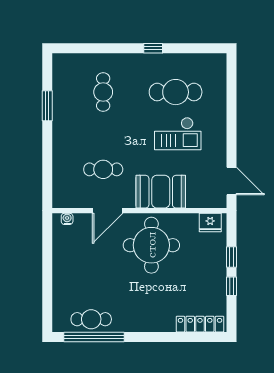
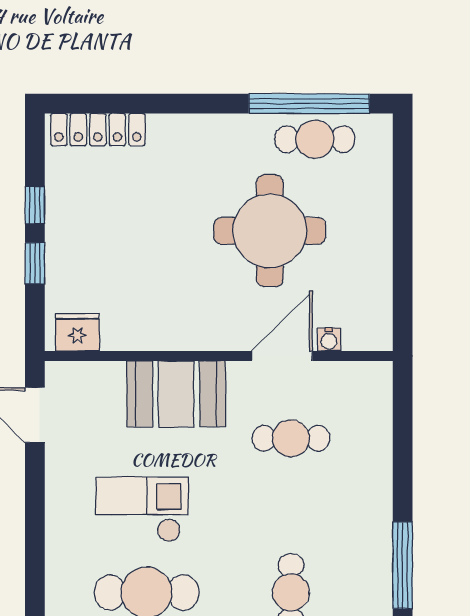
window: (47, 106) -> (403, 565), width x1.44
water cooler: (67, 219) -> (329, 339), moved
round table: (151, 245) -> (270, 231), moved

